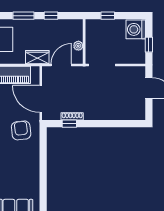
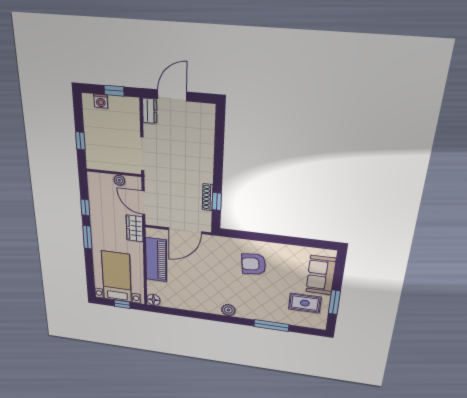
washing machine: (136, 29) -> (101, 101), width x0.53, depth x0.53
dresser: (136, 71) -> (150, 111), added
armchair: (21, 130) -> (254, 264), moved

